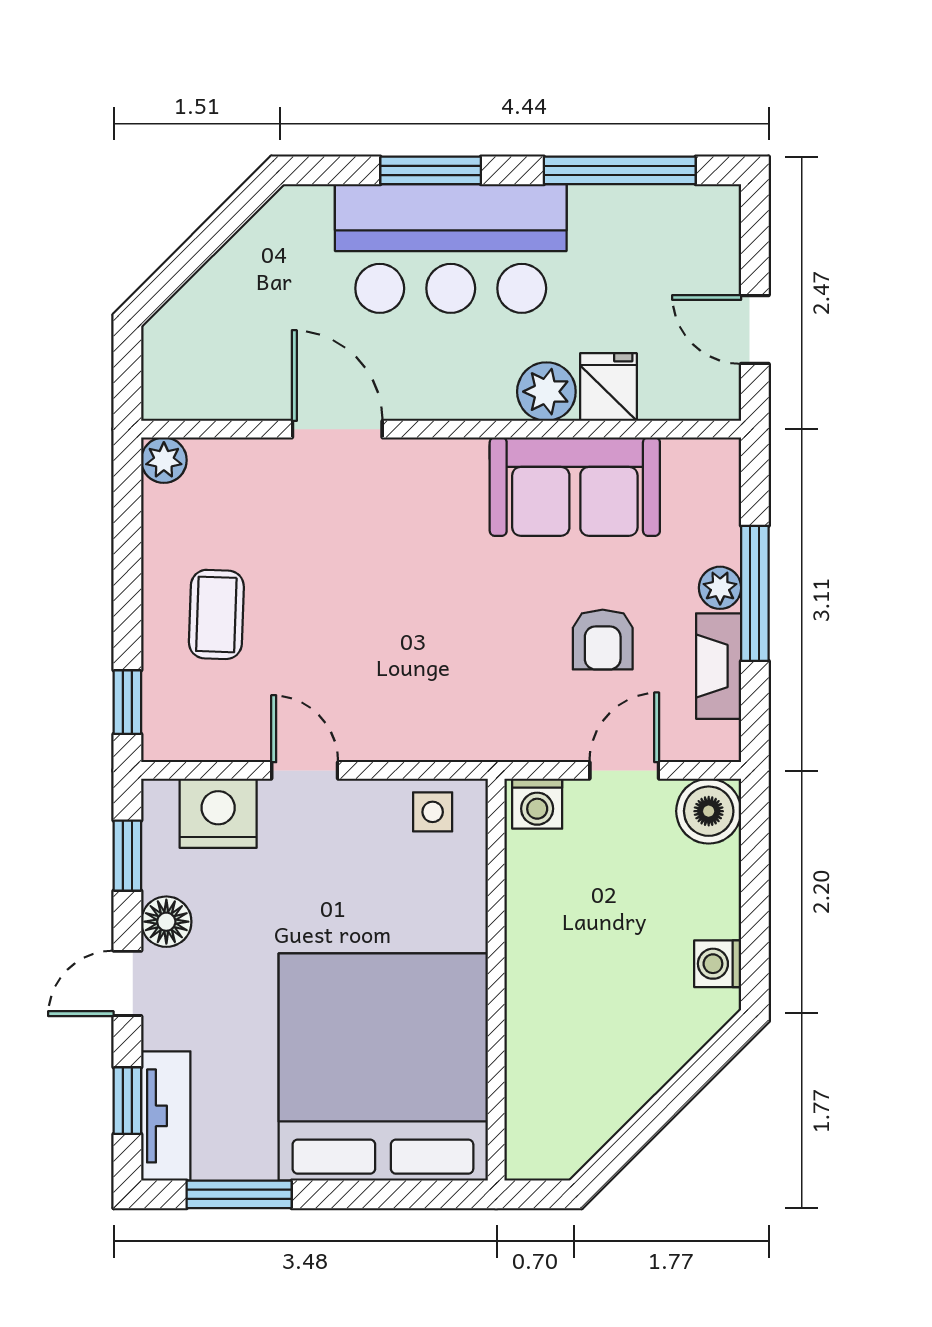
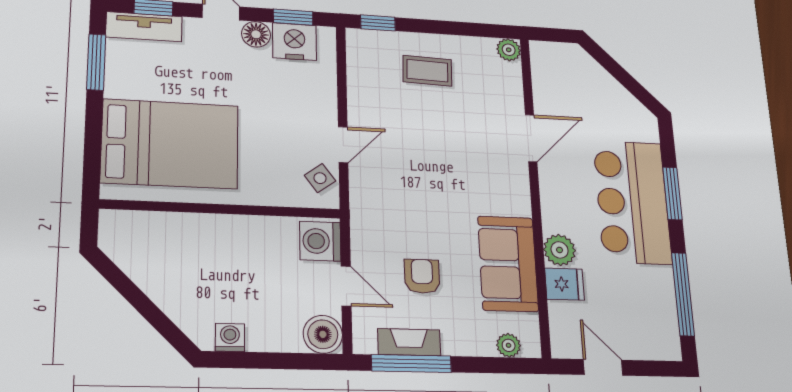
door: (755, 329) -> (603, 367), hinge flipped
plant: (720, 588) -> (509, 345), moved
window: (755, 593) -> (411, 363), moved
armchair: (603, 640) -> (422, 276), turned 90
door: (305, 770) -> (343, 145), moved
washing machine: (537, 804) -> (320, 241), width x1.38, depth x1.38
side table: (433, 812) -> (320, 178), turned -36
nightstand: (218, 813) -> (295, 42), moved, turned -90
bed: (383, 1067) -> (170, 144), width x0.73

